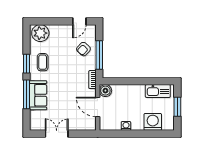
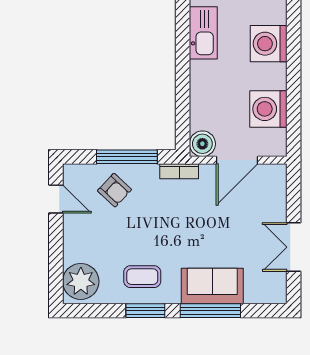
washing machine: (126, 126) -> (268, 109), width x1.89, depth x1.89

